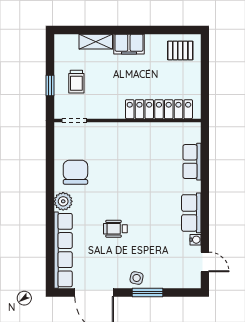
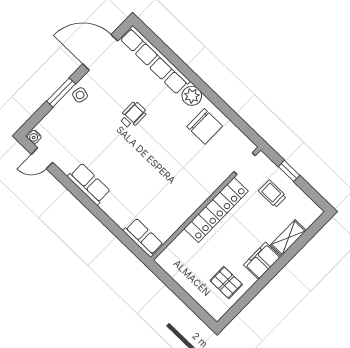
pallet: (180, 50) -> (226, 283), moved, turned 90
locker: (159, 109) -> (216, 210), moved
row of seats: (192, 162) -> (143, 238), moved
water cooler: (195, 240) -> (34, 137), moved

